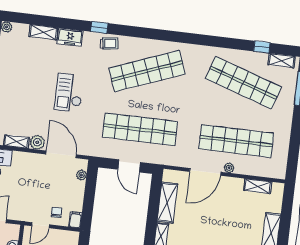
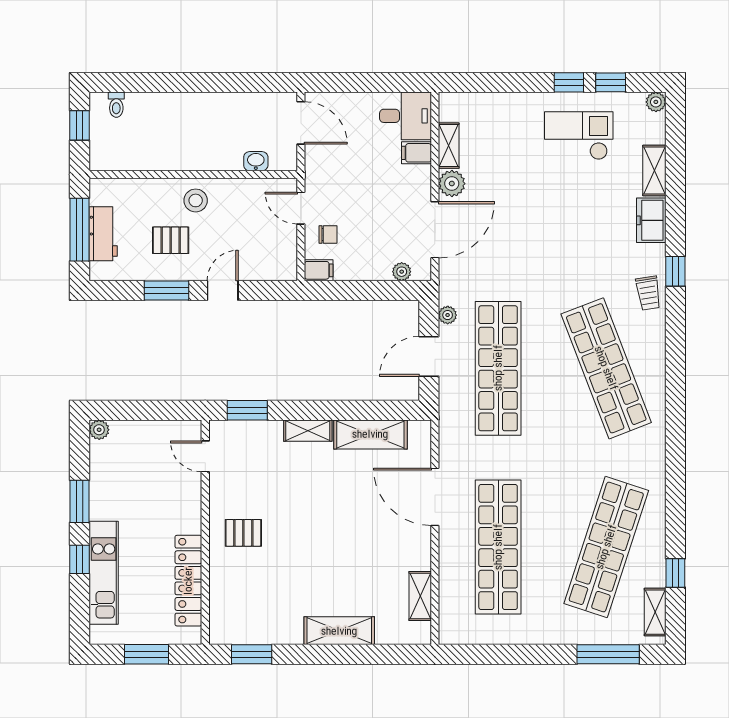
checkout: (69, 93) -> (579, 136), moved
filing cabinet: (18, 159) -> (416, 153), added
plant: (229, 168) -> (448, 315), moved

